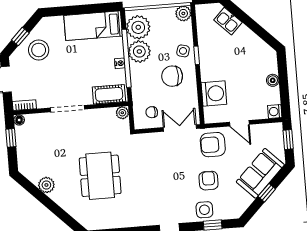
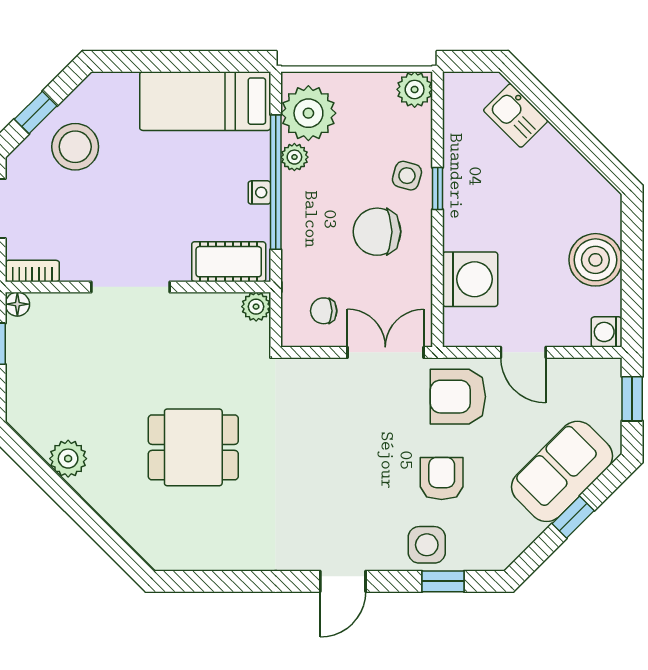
plant: (139, 52) -> (294, 157), width x0.53, depth x0.53
boiler: (273, 80) -> (595, 260), width x1.86, depth x1.86
dining table: (100, 176) -> (193, 447), width x0.73

